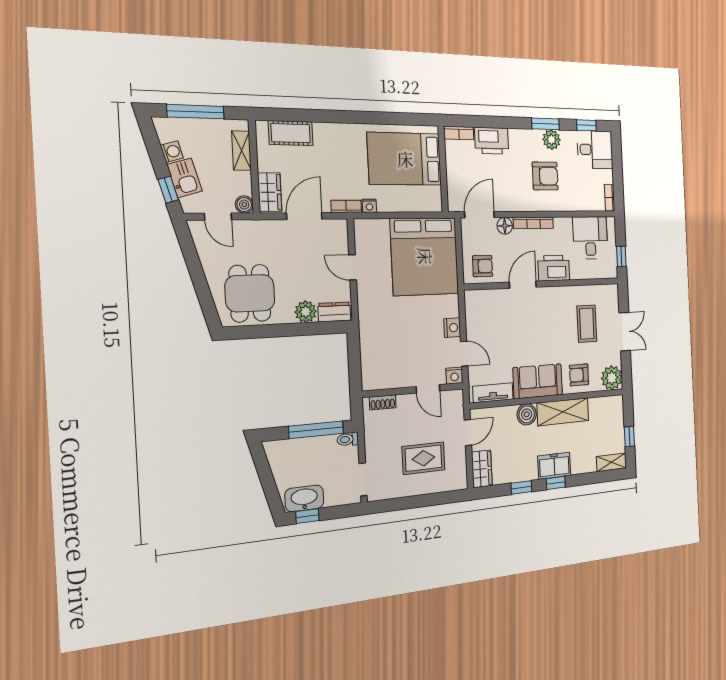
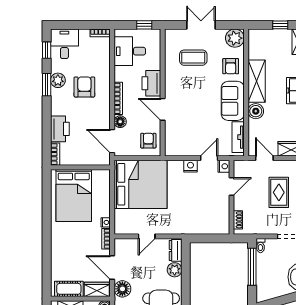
cot: (291, 133) -> (69, 289), moved, turned 90
floor lamp: (273, 232) -> (122, 289), added

